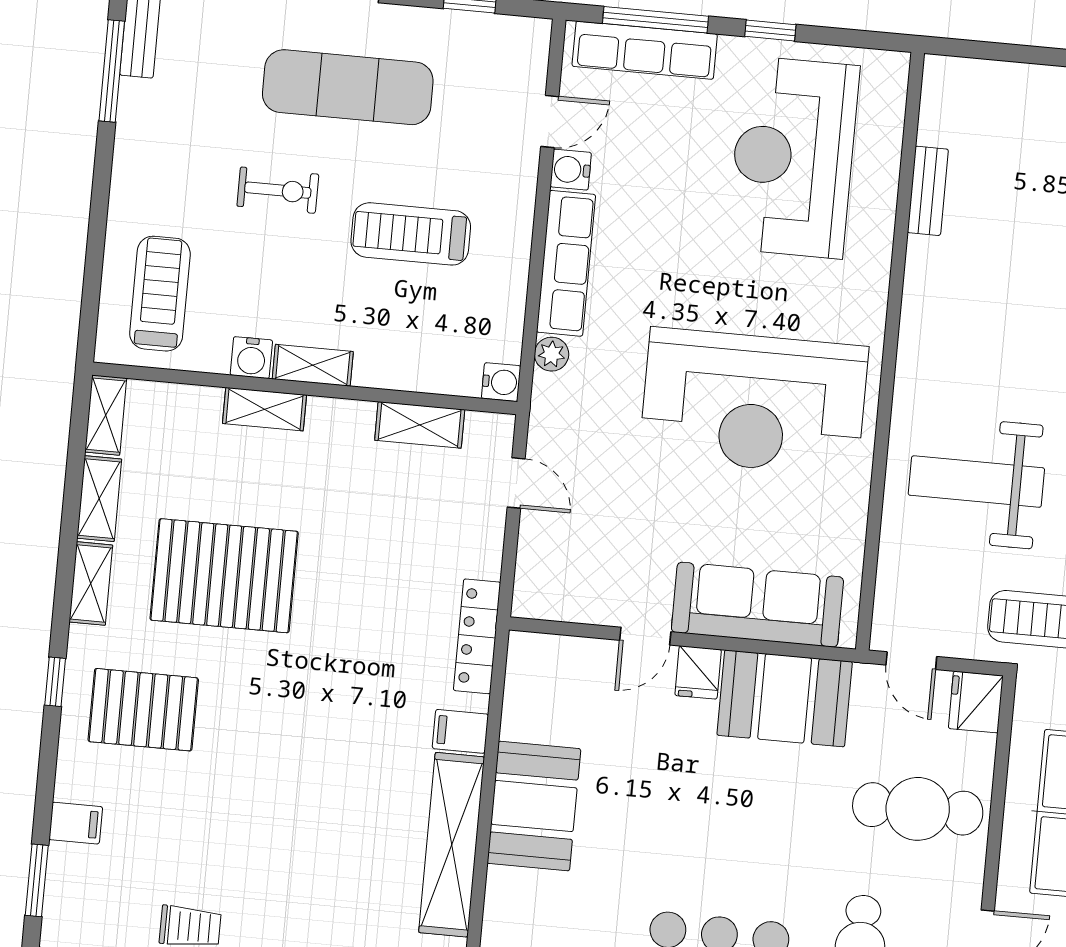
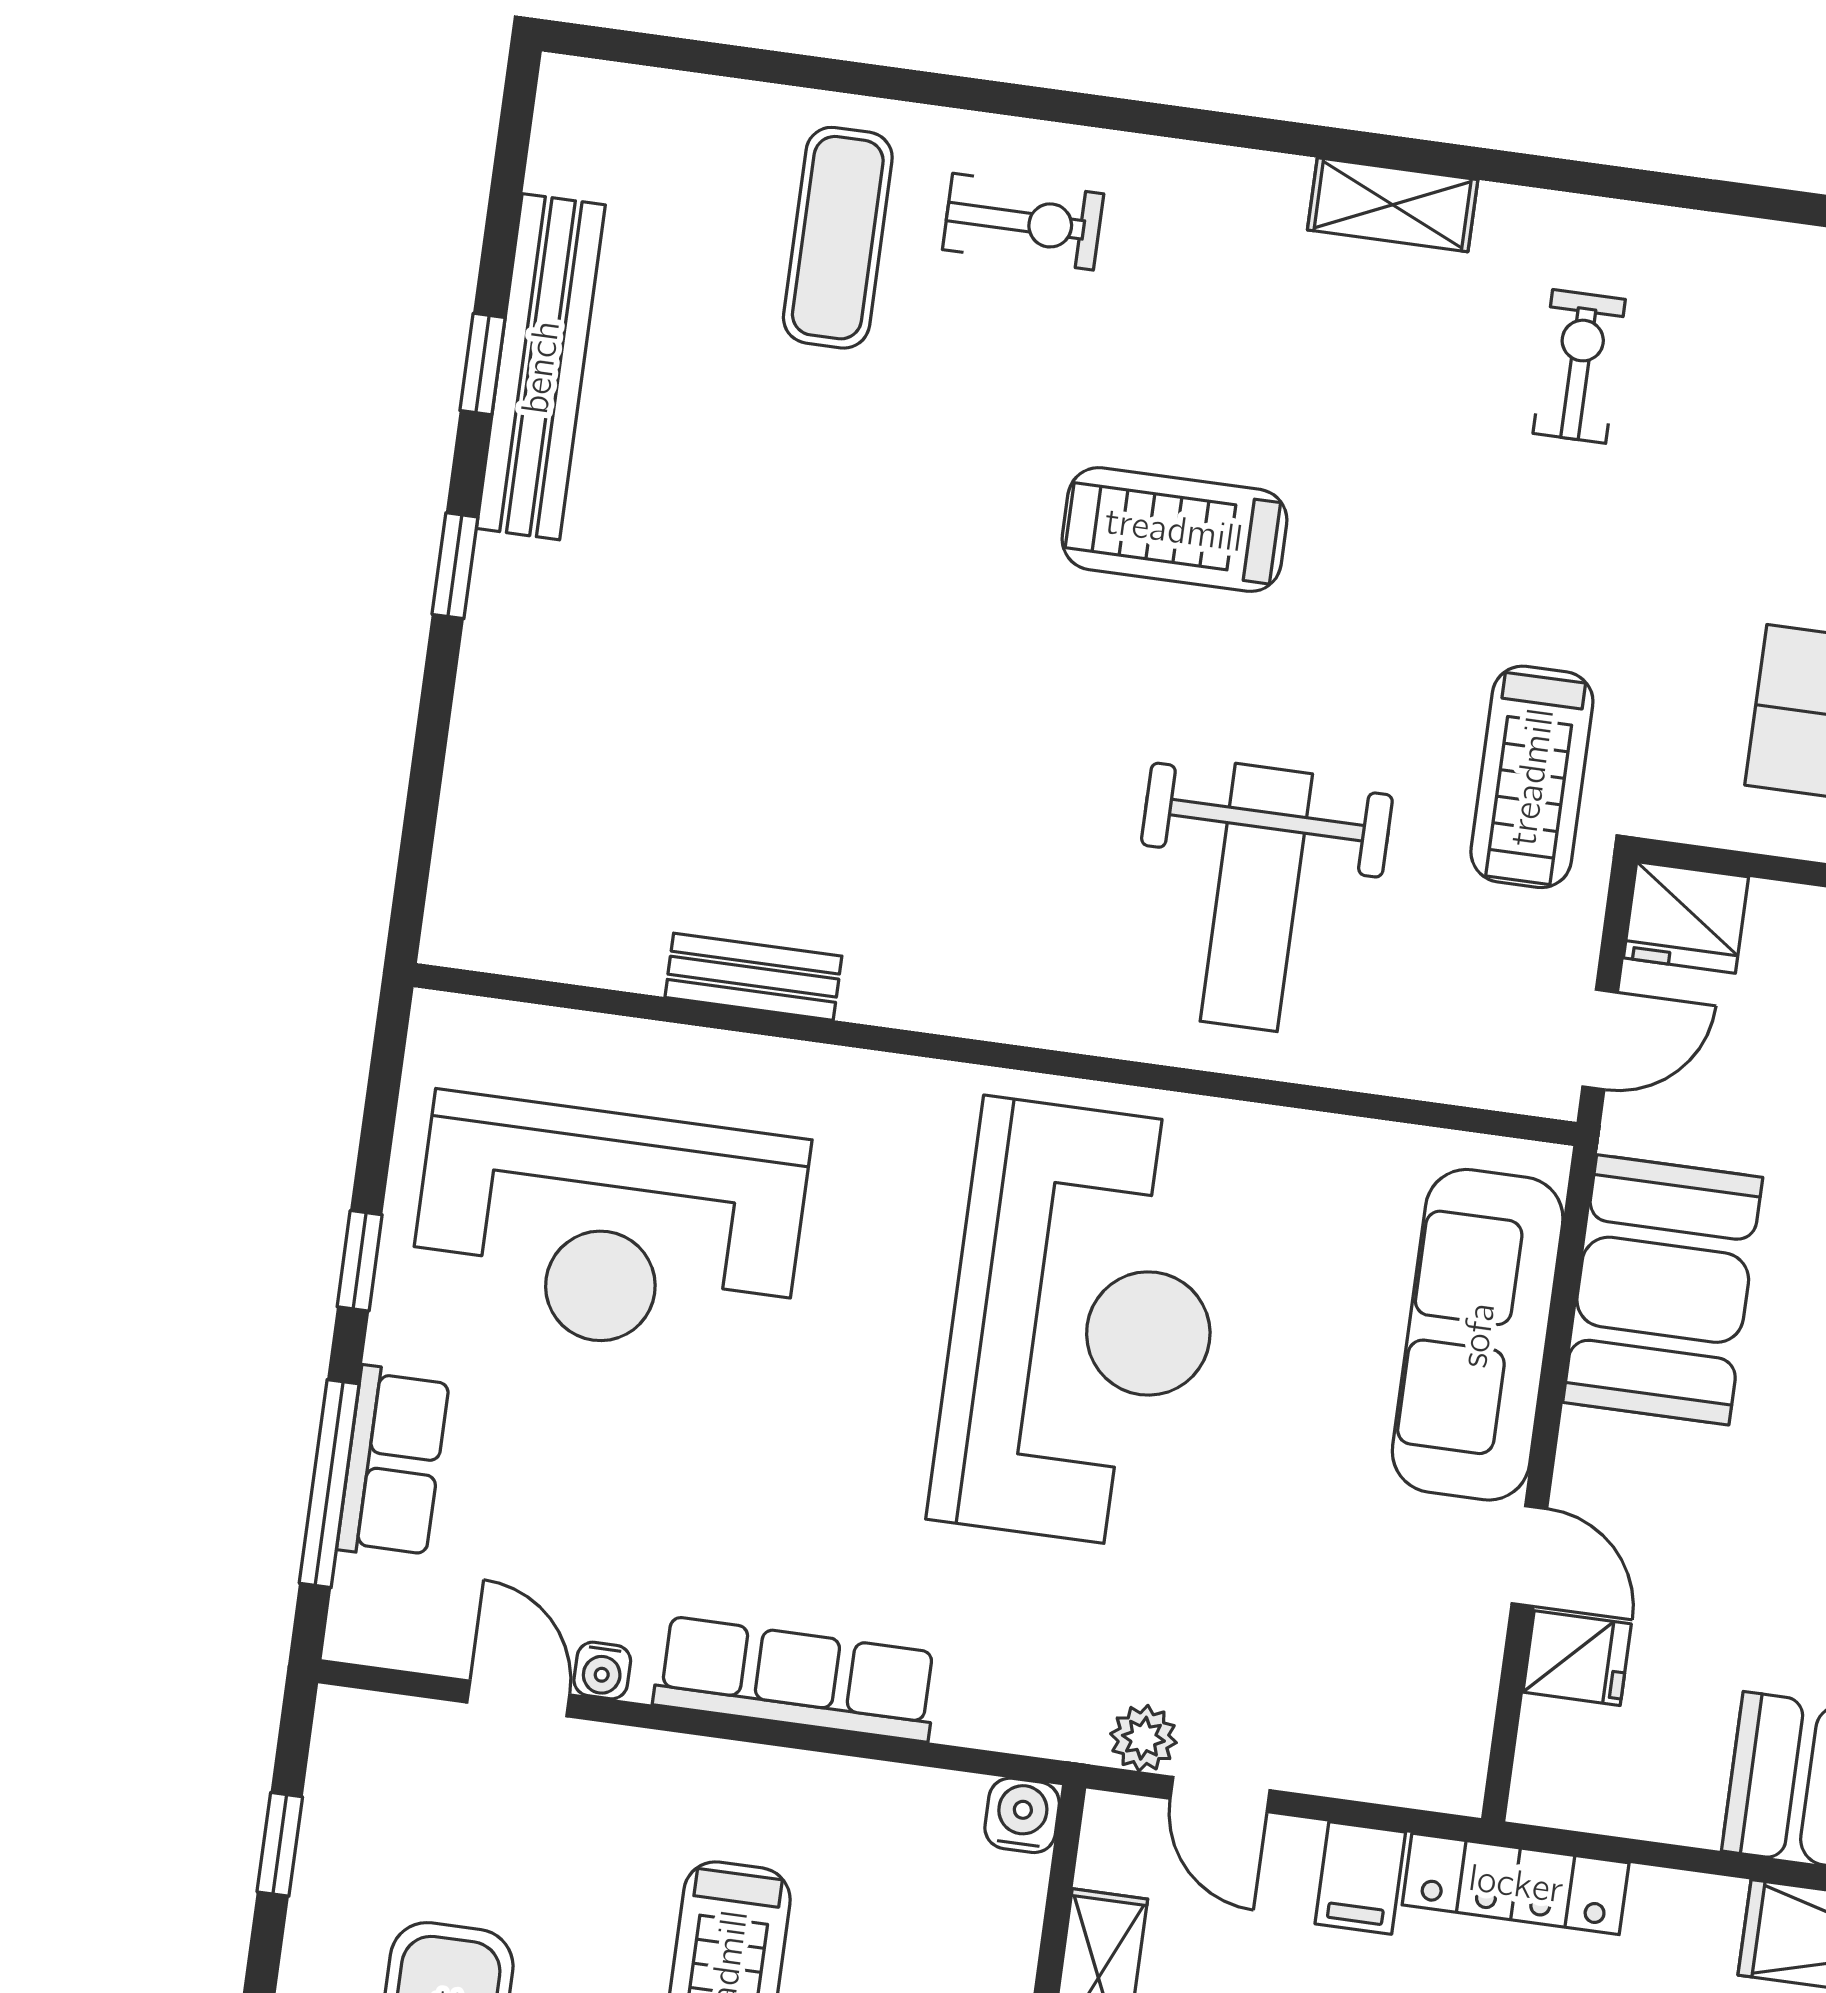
row of seats: (645, 50) -> (393, 1463), width x0.68
water cooler: (571, 170) -> (602, 1671), width x0.72, depth x0.72
bench: (928, 191) -> (753, 977), moved
plant: (552, 354) -> (1143, 1738), moved
door: (516, 483) -> (1220, 1795), swing flipped
fridge: (698, 672) -> (1577, 1658), moved
filing cabinet: (460, 731) -> (1360, 1878), moved

